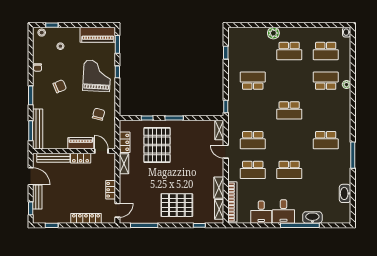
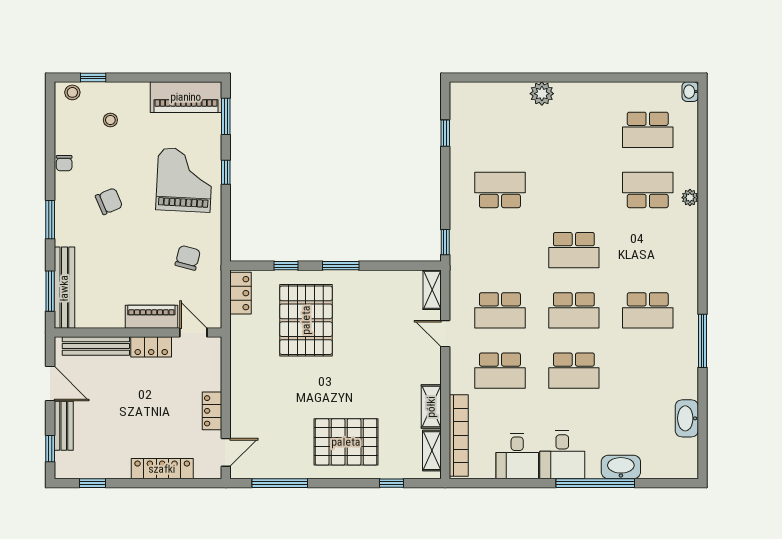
school desk: (289, 51) -> (574, 310), moved
locker: (125, 142) -> (241, 293), moved
shelving: (124, 164) -> (239, 358), removed

